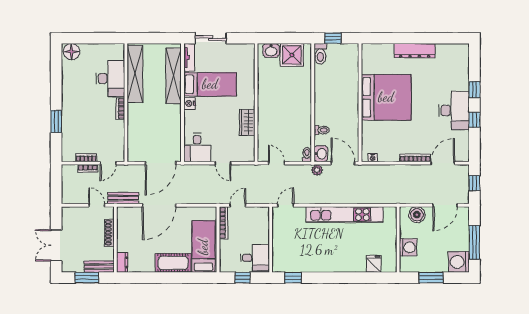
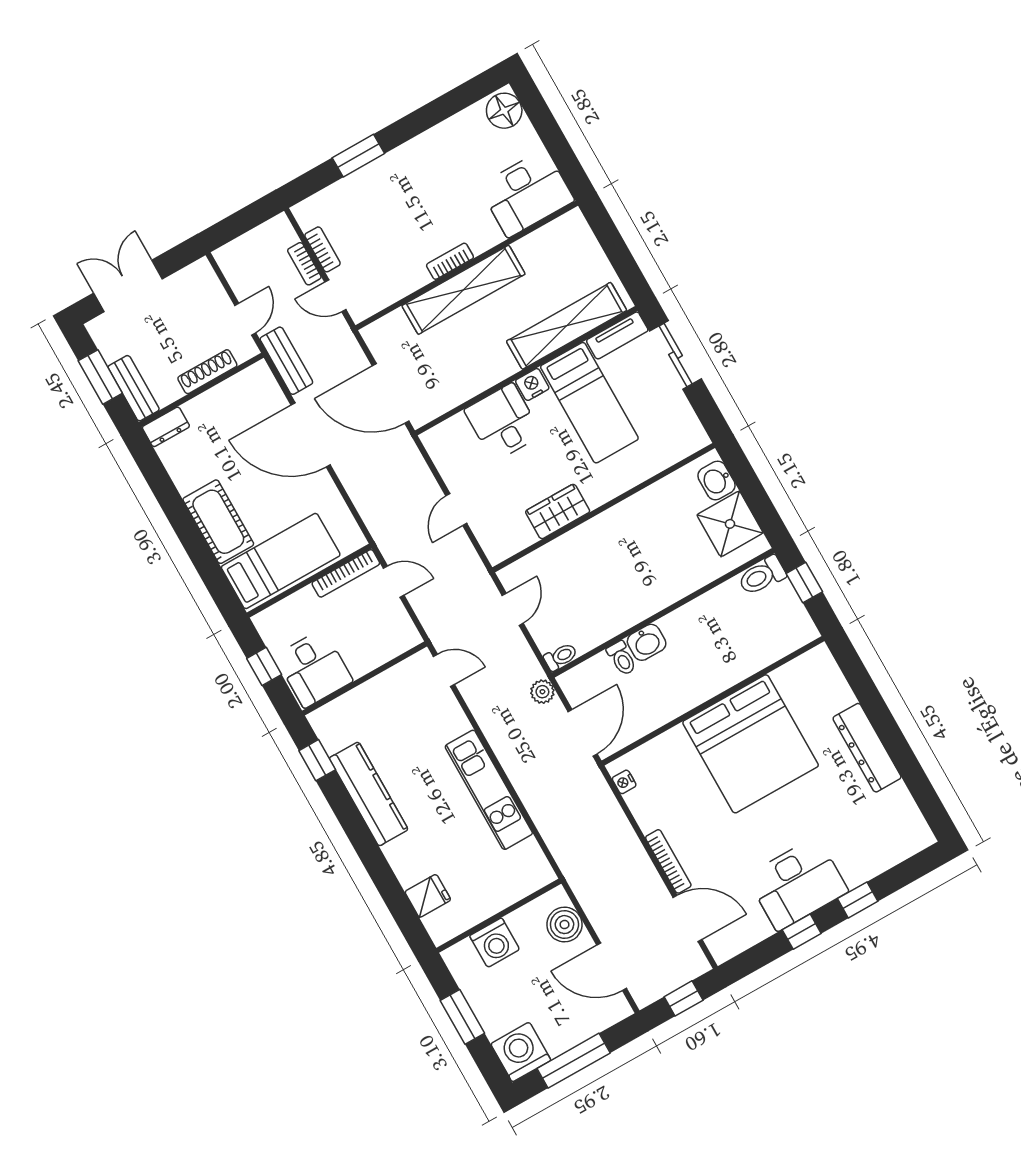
shelving: (135, 74) -> (463, 290), moved
desk: (110, 79) -> (527, 193), moved
desk: (197, 147) -> (503, 422), moved, turned 90
washbasin: (321, 154) -> (647, 642), moved
kitchen unit: (345, 214) -> (489, 790), width x0.73
kitchen counter: (319, 264) -> (369, 794), added

